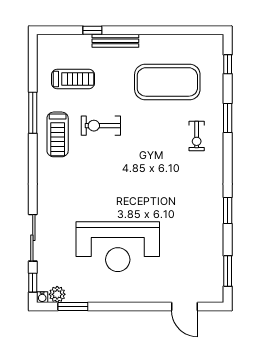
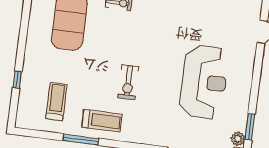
bench: (115, 41) -> (29, 61), removed
exercise bike: (101, 126) -> (128, 82), moved

